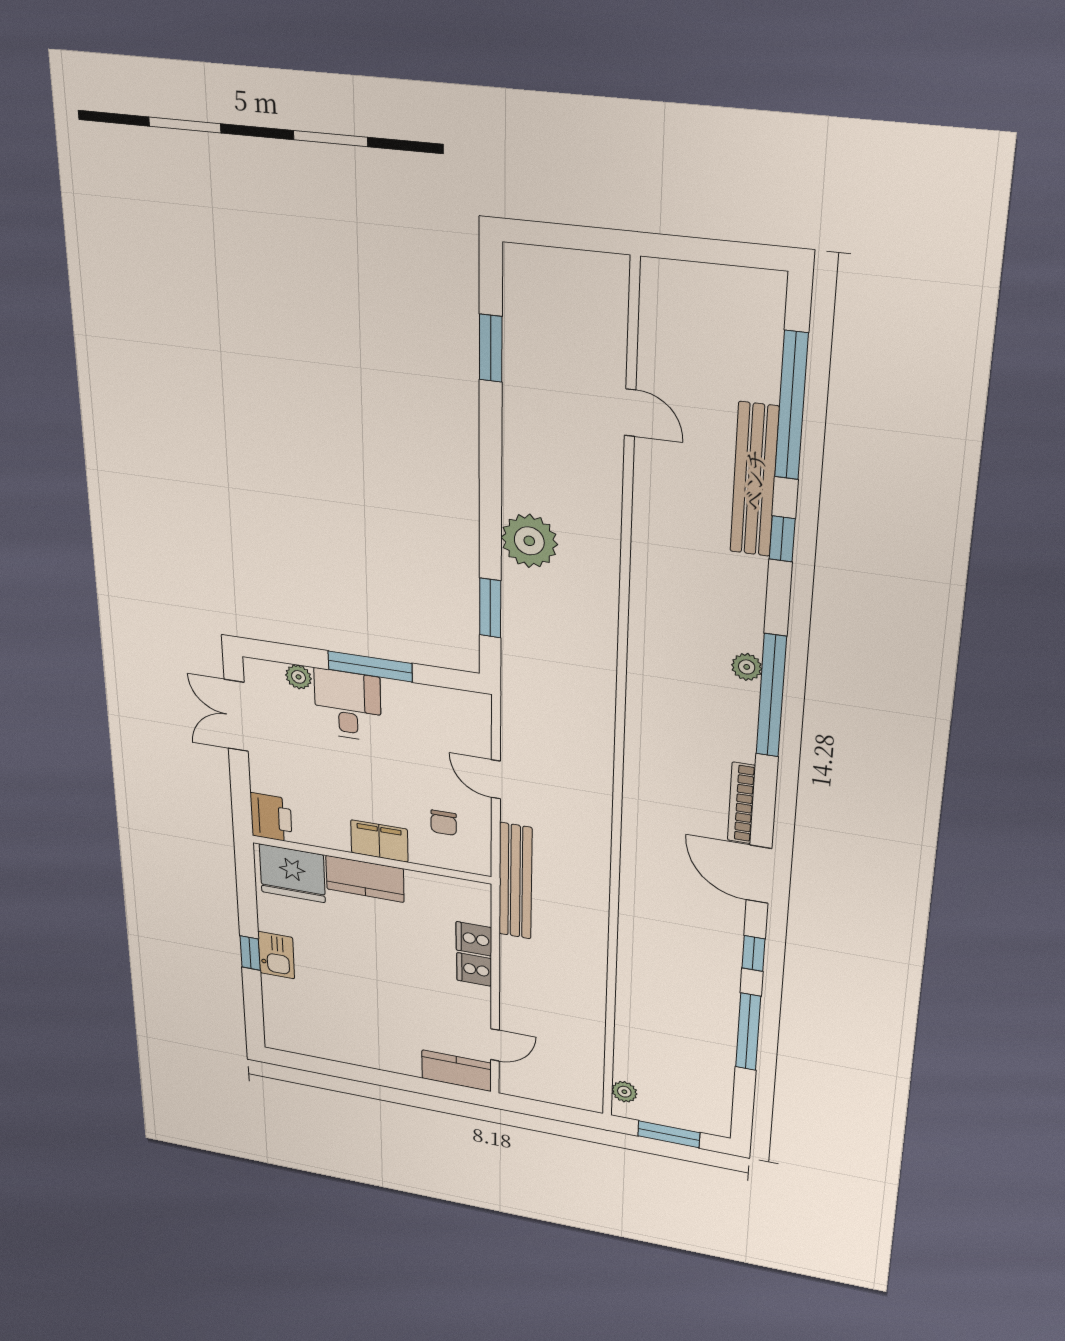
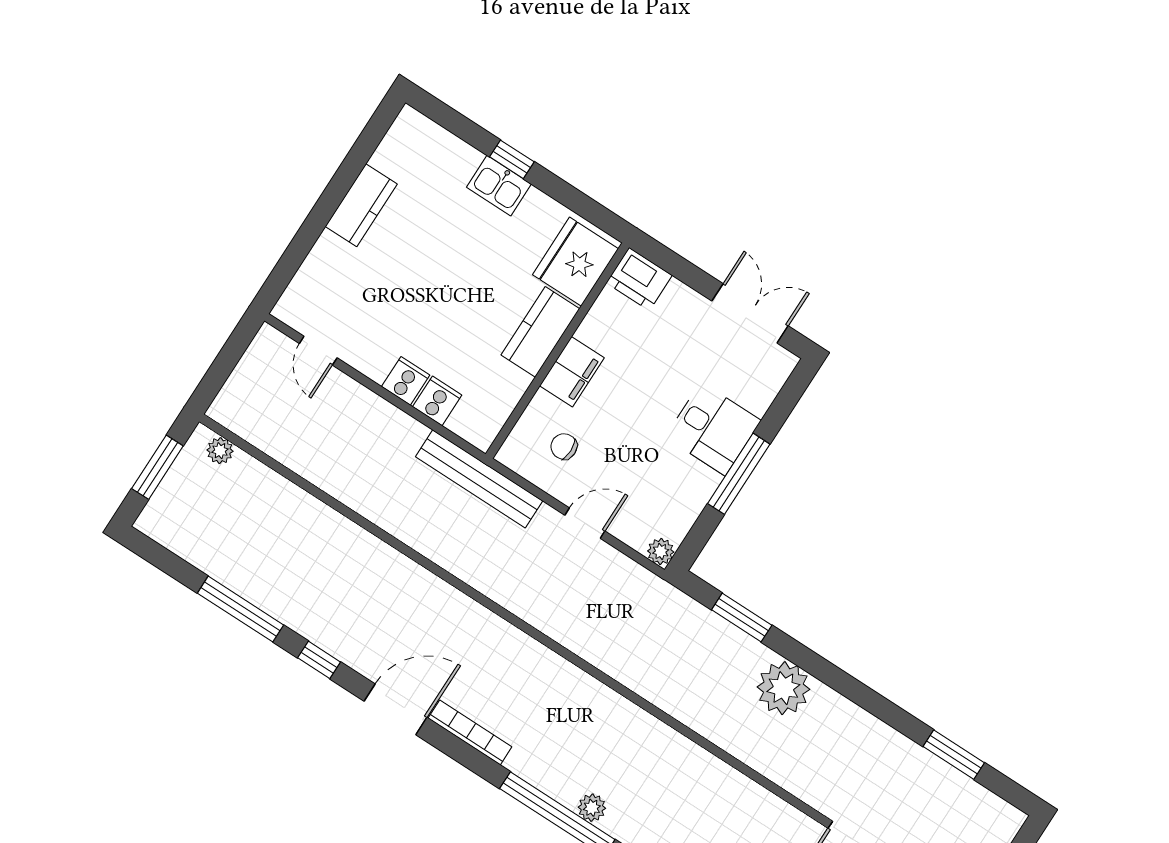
plant: (299, 677) -> (661, 551), moved
kitchen counter: (457, 1071) -> (361, 205), moved

